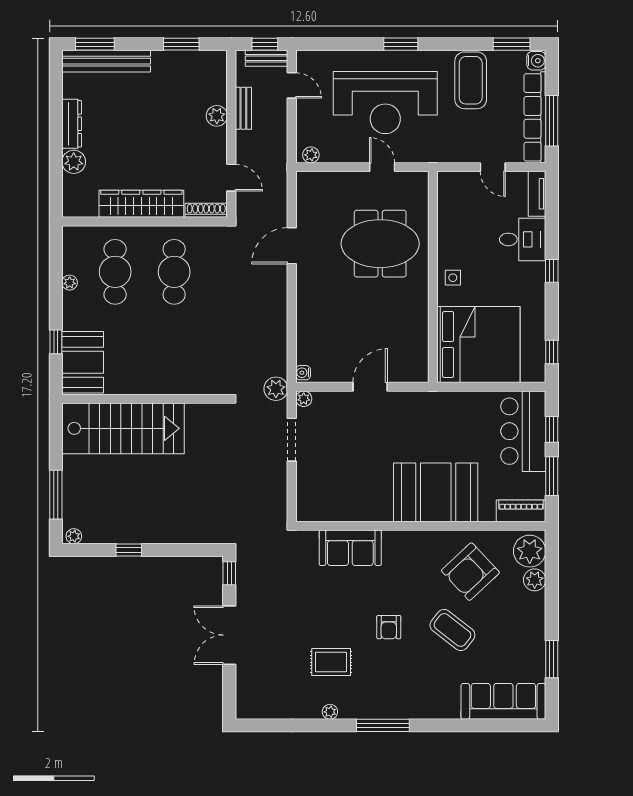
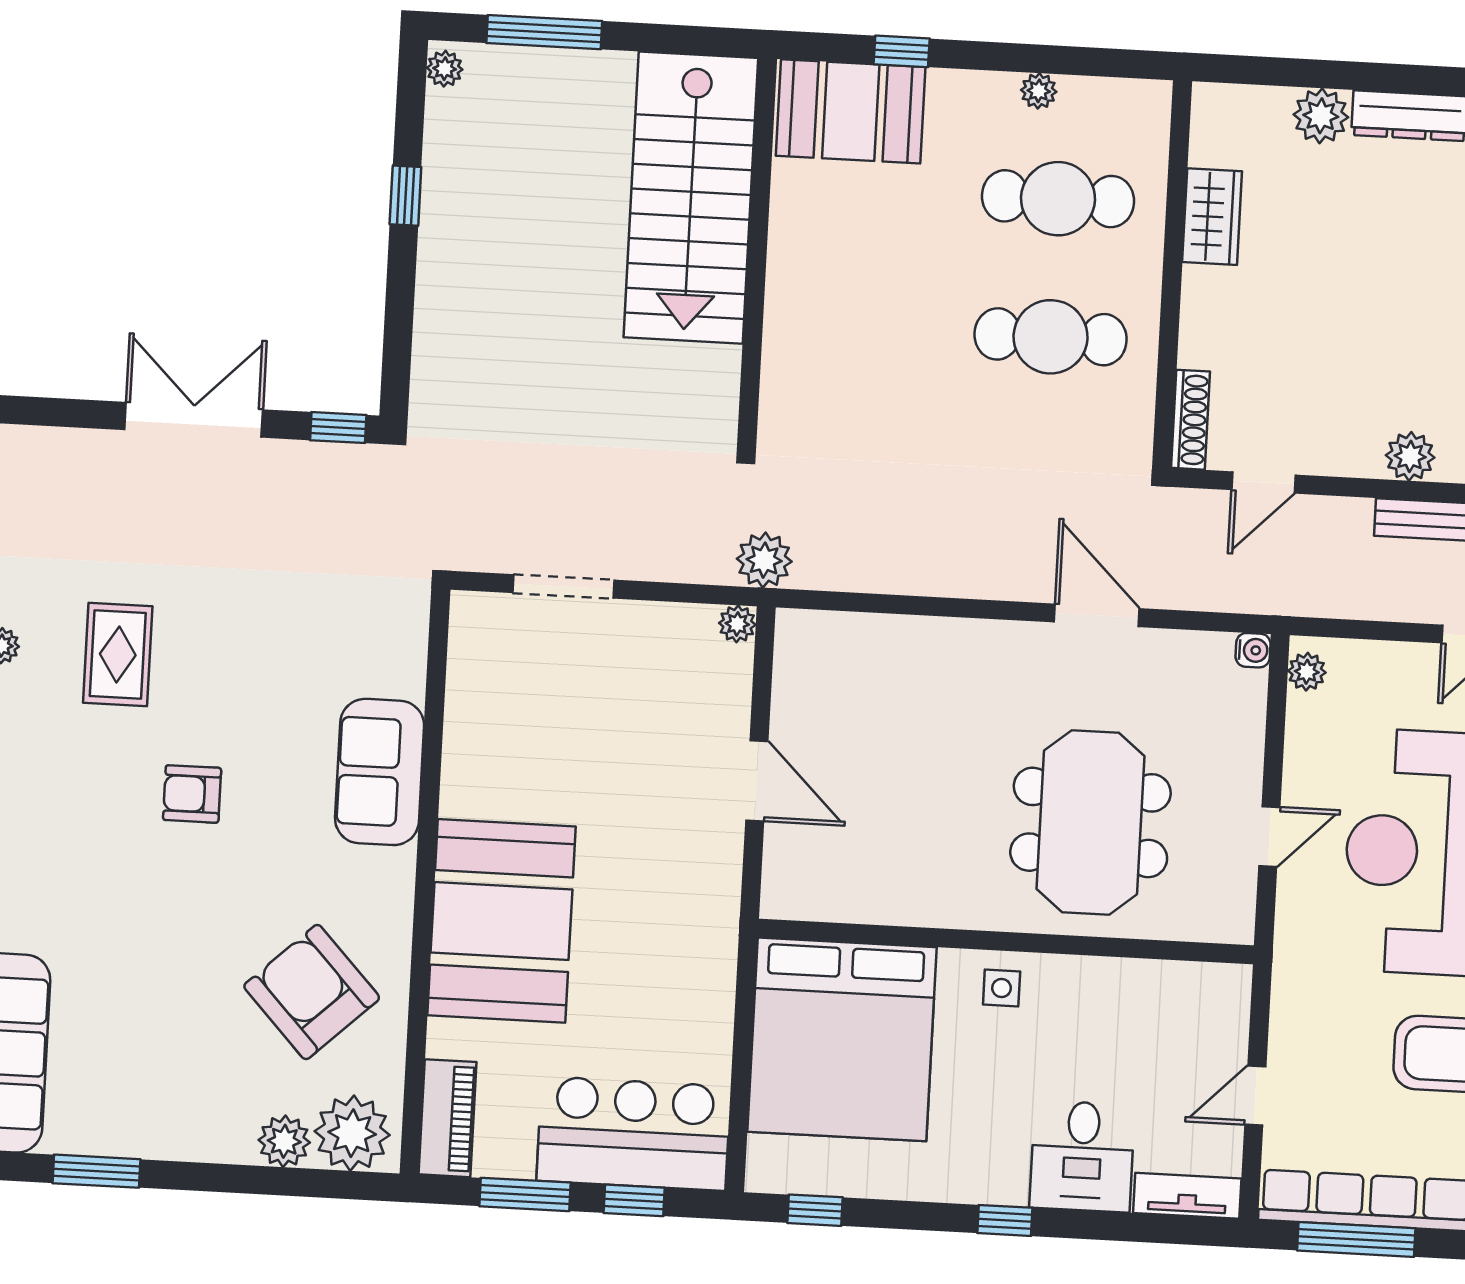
wardrobe: (141, 204) -> (1212, 217), width x0.48, depth x0.85
water cooler: (303, 373) -> (1253, 650), moved, turned 90
doorway: (292, 440) -> (563, 586), moved
sofa: (350, 548) -> (380, 772), moved
coffee table: (452, 630) -> (177, 943), removed

